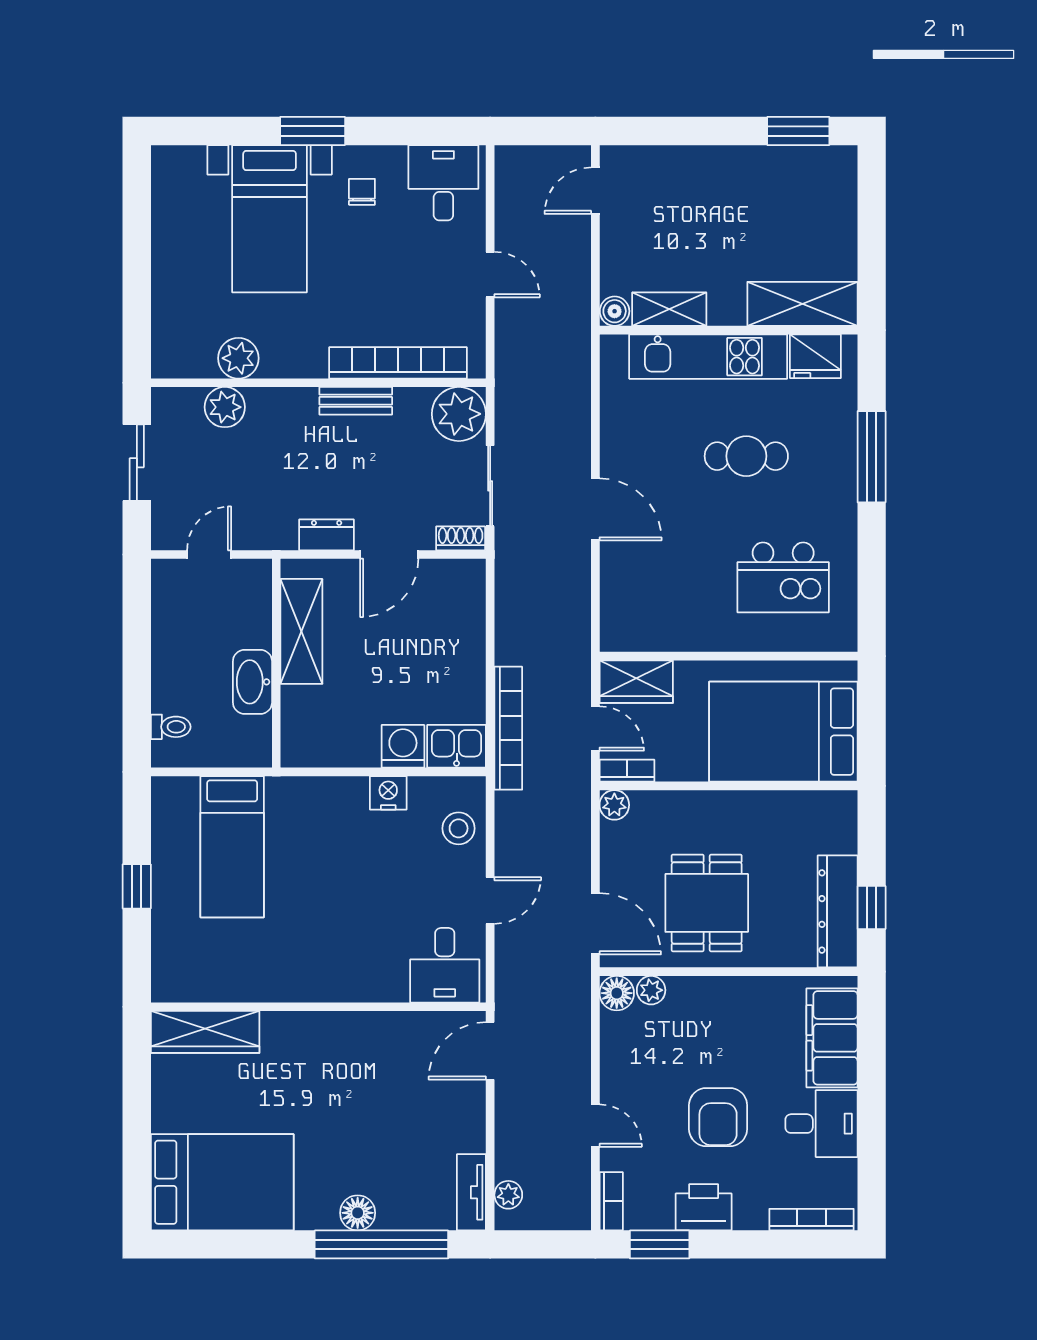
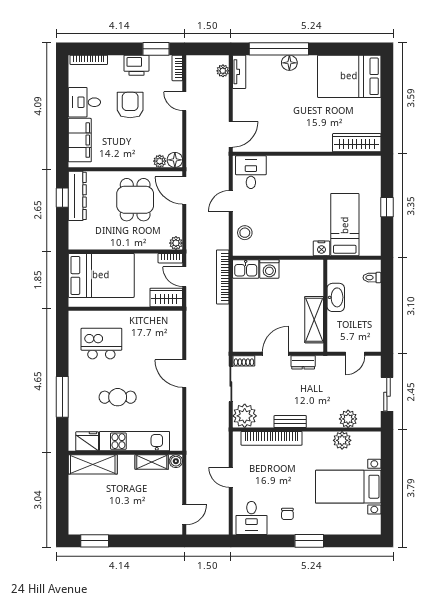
bed with nightstands: (270, 219) -> (348, 487), moved, turned -90
nightstand: (388, 793) -> (321, 248), moved

